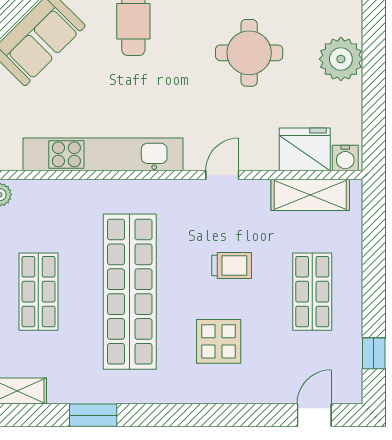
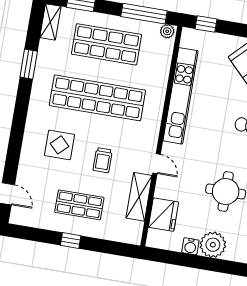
water cooler: (345, 158) -> (190, 246), moved, turned -90
shelving: (310, 195) -> (139, 197), moved
shop shelf: (38, 292) -> (106, 44), width x1.43, depth x1.36
window: (374, 353) -> (71, 240), moved

